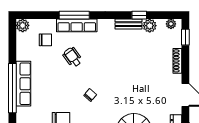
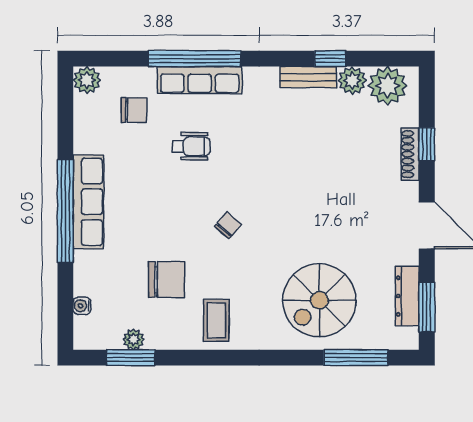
window: (74, 15) -> (195, 59), width x1.46
plant: (171, 24) -> (388, 86), width x1.88, depth x1.88
window: (185, 37) -> (427, 144), moved
wheelchair: (73, 57) -> (191, 146), turned 126

